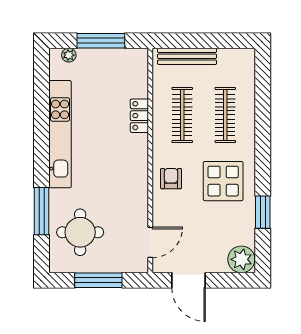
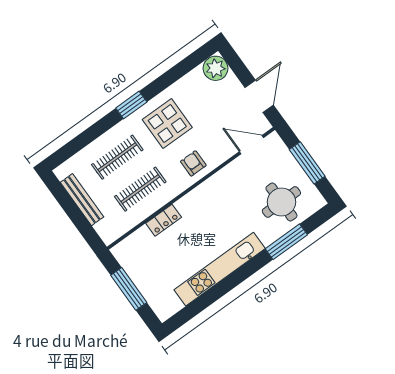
plant: (69, 55) -> (157, 305), removed
bench: (187, 56) -> (82, 200), moved
armchair: (171, 179) -> (193, 163), turned 90
window: (263, 212) -> (131, 105), moved

